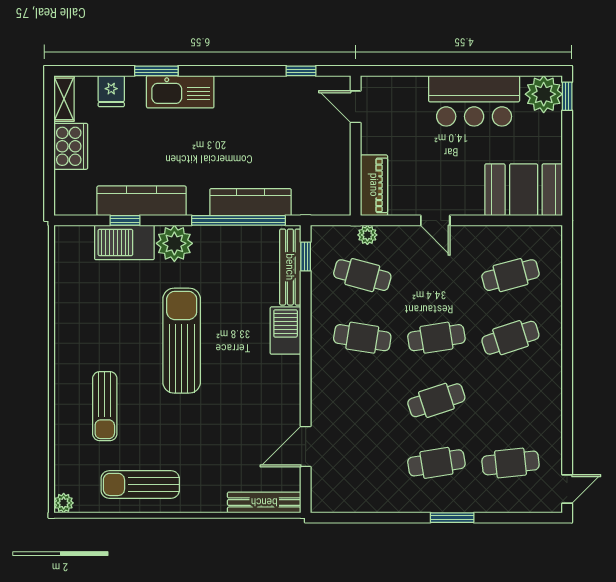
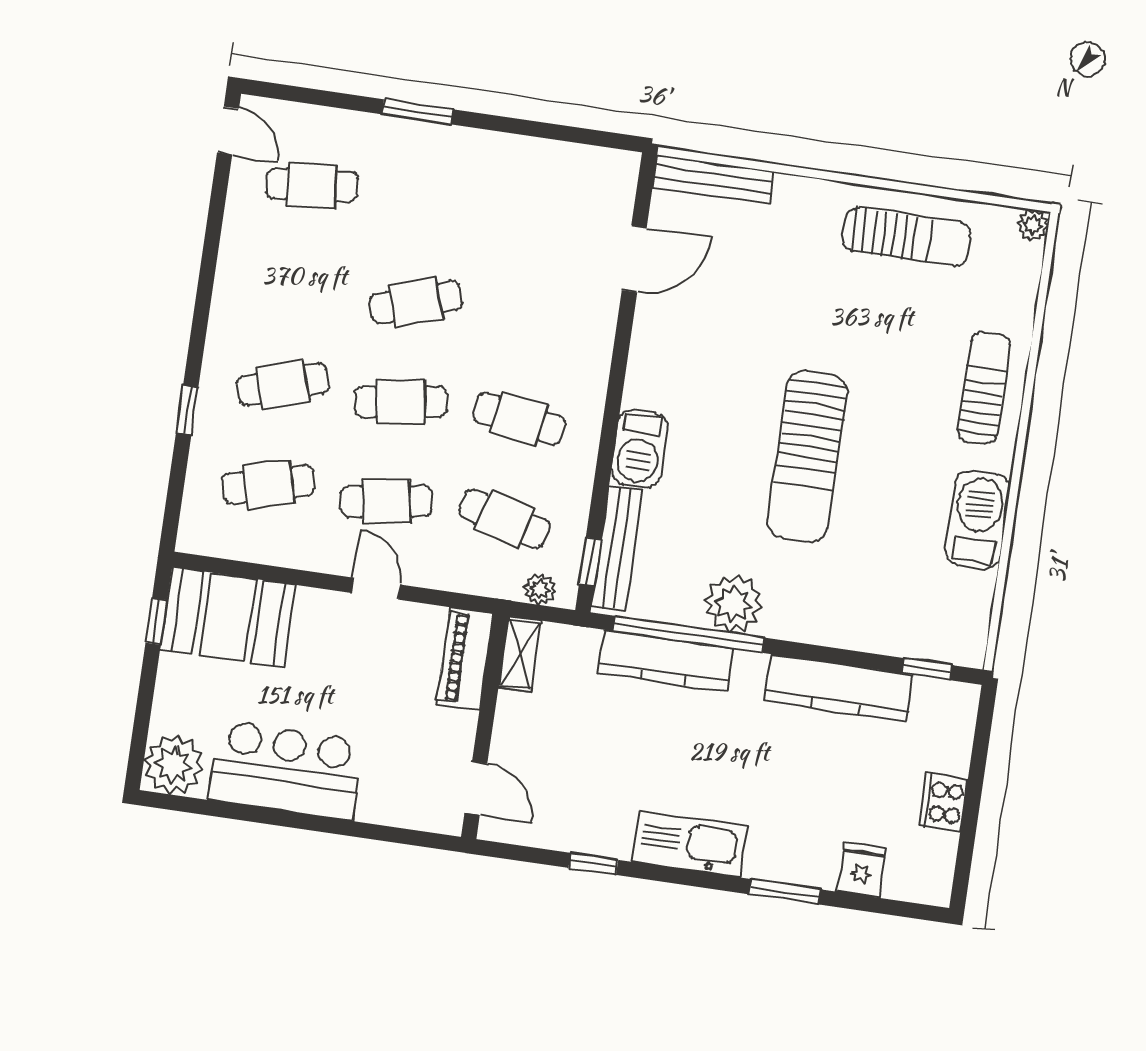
window: (301, 71) -> (593, 864), moved
kitchen sink: (180, 92) -> (690, 844), moved
window: (567, 96) -> (156, 621), moved
shelving: (64, 99) -> (520, 654), moved
cooker: (71, 146) -> (944, 802), width x0.73, depth x0.76
window: (125, 220) -> (927, 669), moved
plant: (367, 235) -> (540, 589), moved
barbecue: (124, 242) -> (978, 520), moved, turned -90
plant: (174, 243) -> (733, 604), moved
window: (567, 313) -> (187, 410), added
sun lounger: (105, 406) -> (984, 388), moved
cafe table: (436, 463) -> (386, 502), moved
door: (567, 489) -> (228, 131), swing flipped

